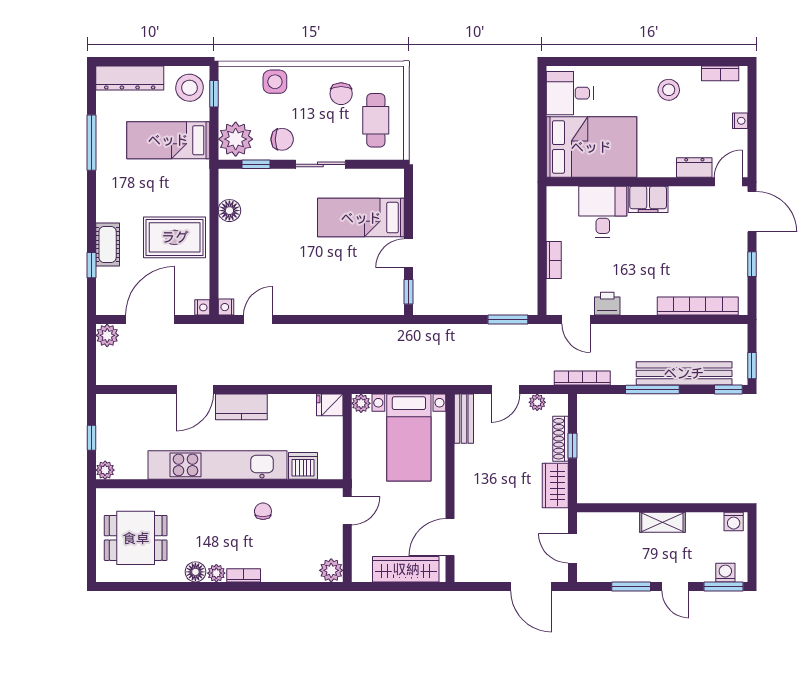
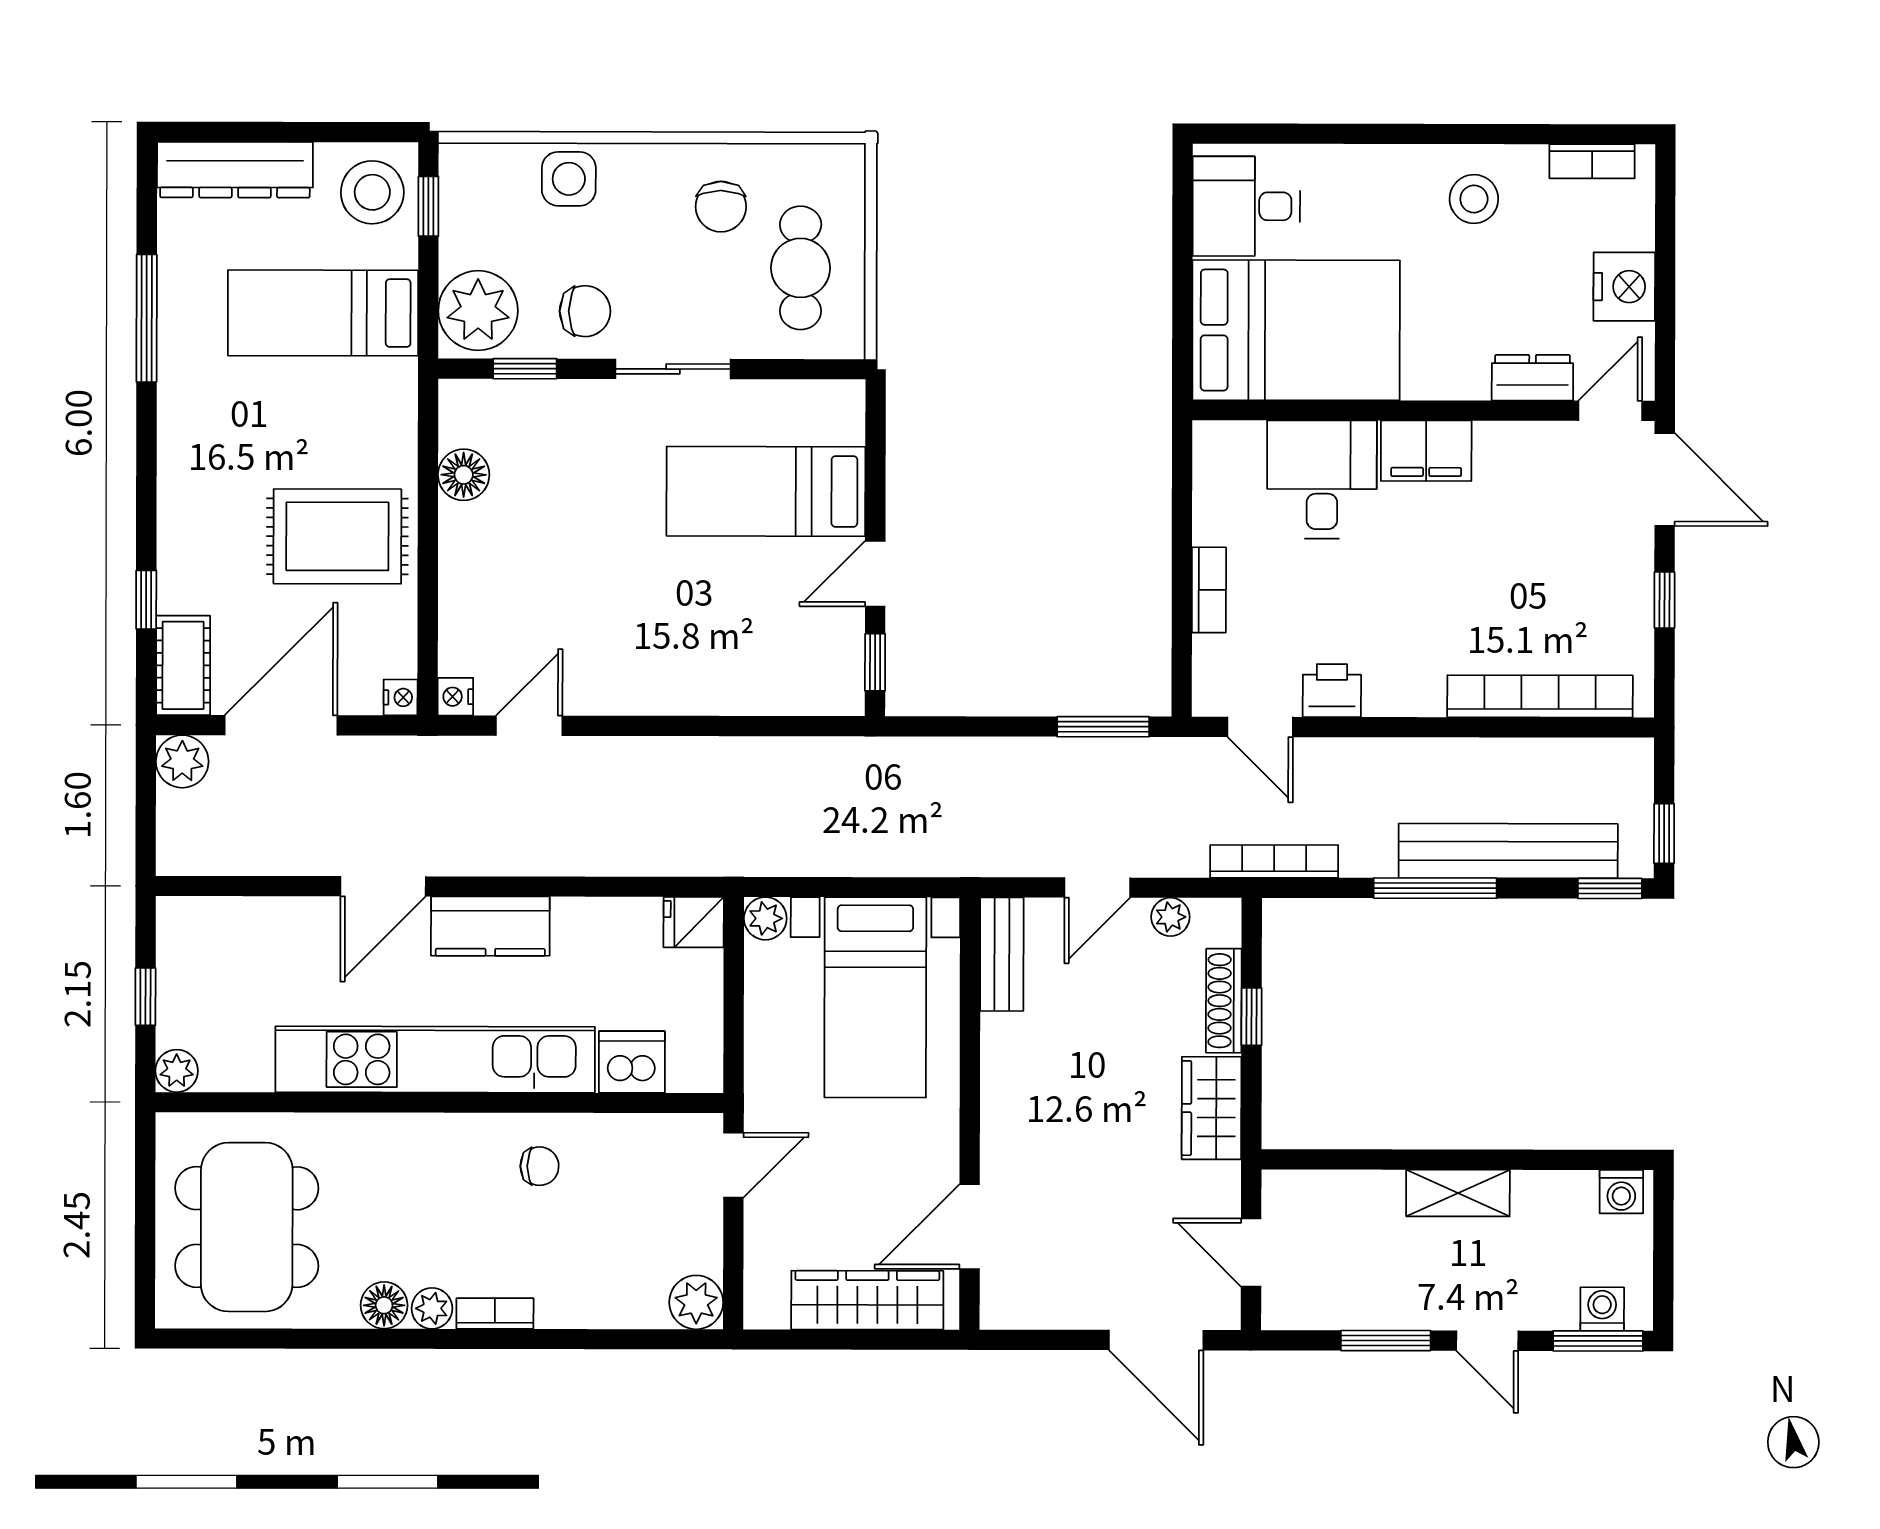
nightstand: (740, 121) -> (1624, 287), width x1.89, depth x1.79
cot: (108, 245) -> (183, 665), moved
chair: (263, 511) -> (540, 1166), turned 90
dining table: (136, 538) -> (247, 1227), width x1.38

